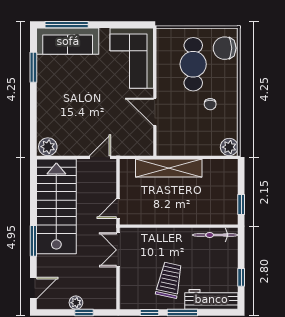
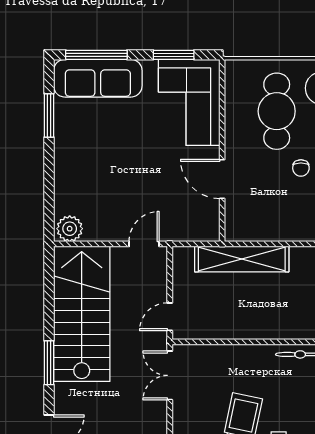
window: (121, 25) -> (174, 55), added

